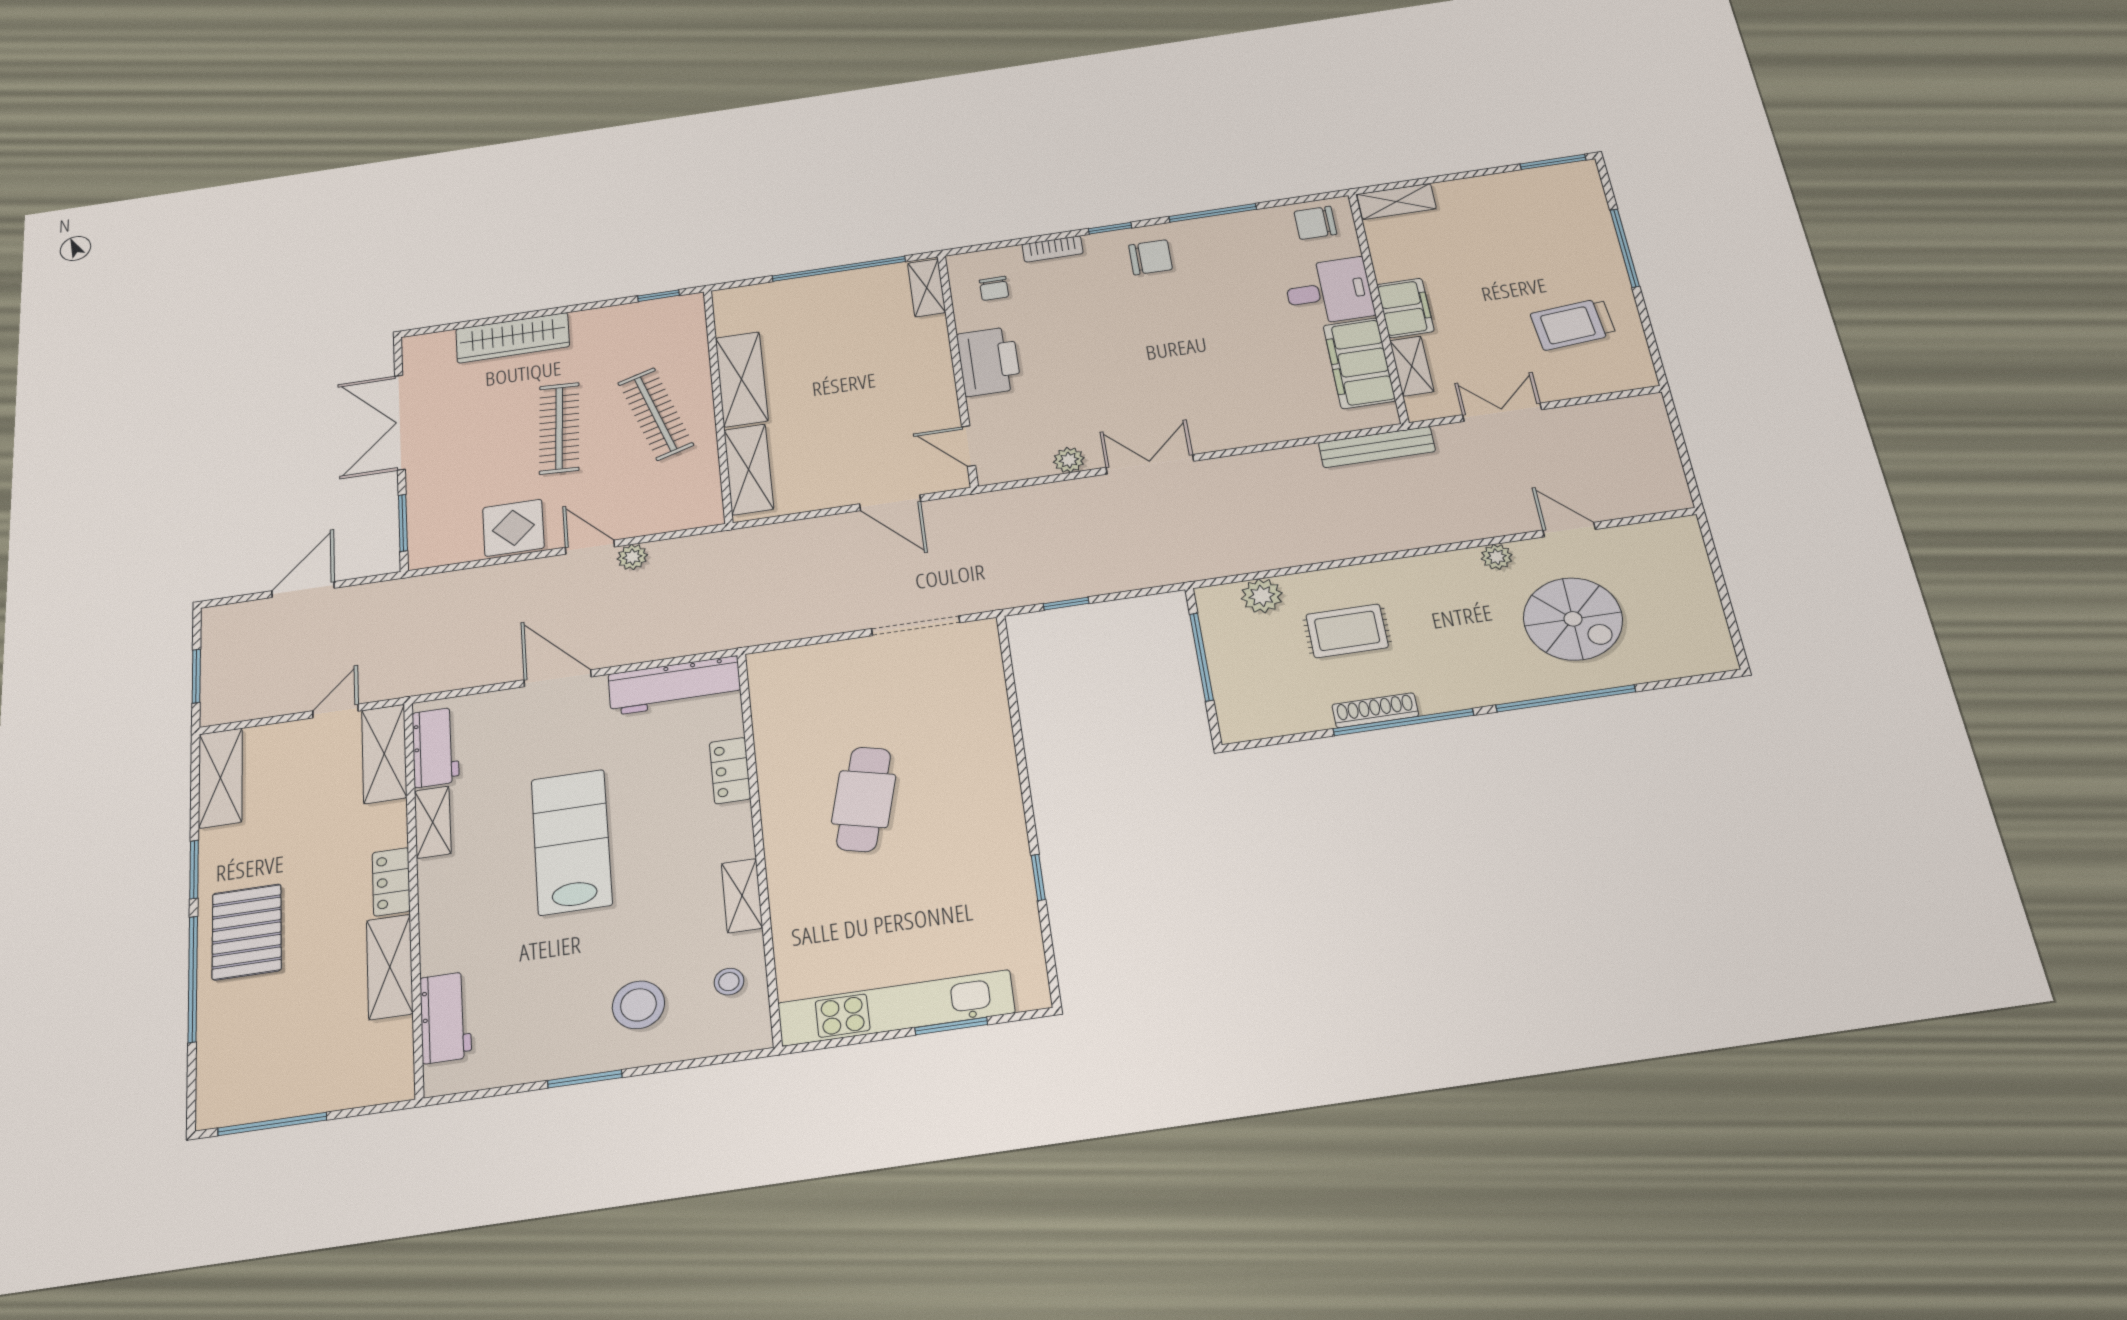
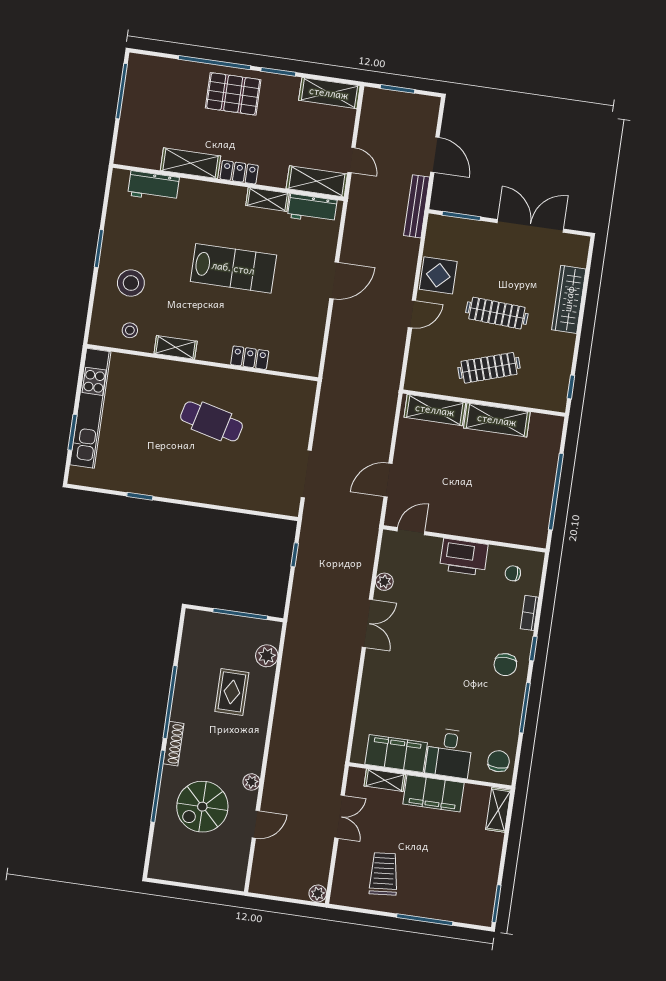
shelving: (927, 288) -> (526, 537), removed
filing cabinet: (1405, 308) -> (433, 793), width x1.50, depth x1.17
bench: (1377, 447) -> (417, 206), moved
plant: (632, 557) -> (318, 894), moved
workbench: (675, 685) -> (310, 340), removed
shoe rack: (1375, 710) -> (174, 744), moved

